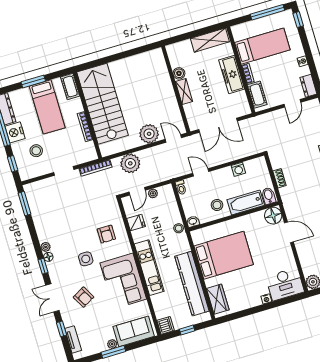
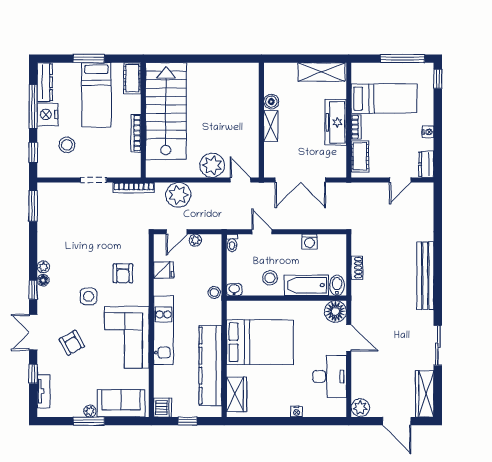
desk: (285, 284) -> (330, 376), moved, turned -90

